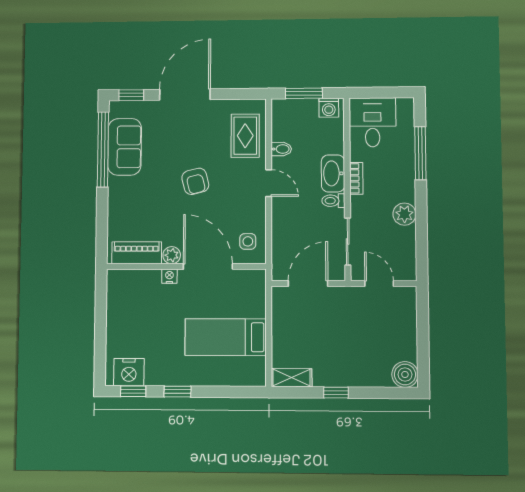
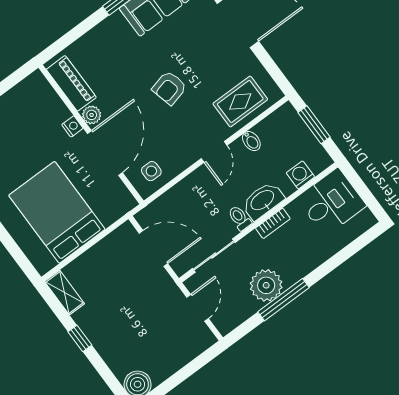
washing machine: (329, 108) -> (300, 175), moved, turned 90
window: (420, 153) -> (283, 300), moved
plant: (404, 214) -> (266, 285), width x1.36, depth x1.36
bed: (226, 337) -> (57, 212), width x1.50

